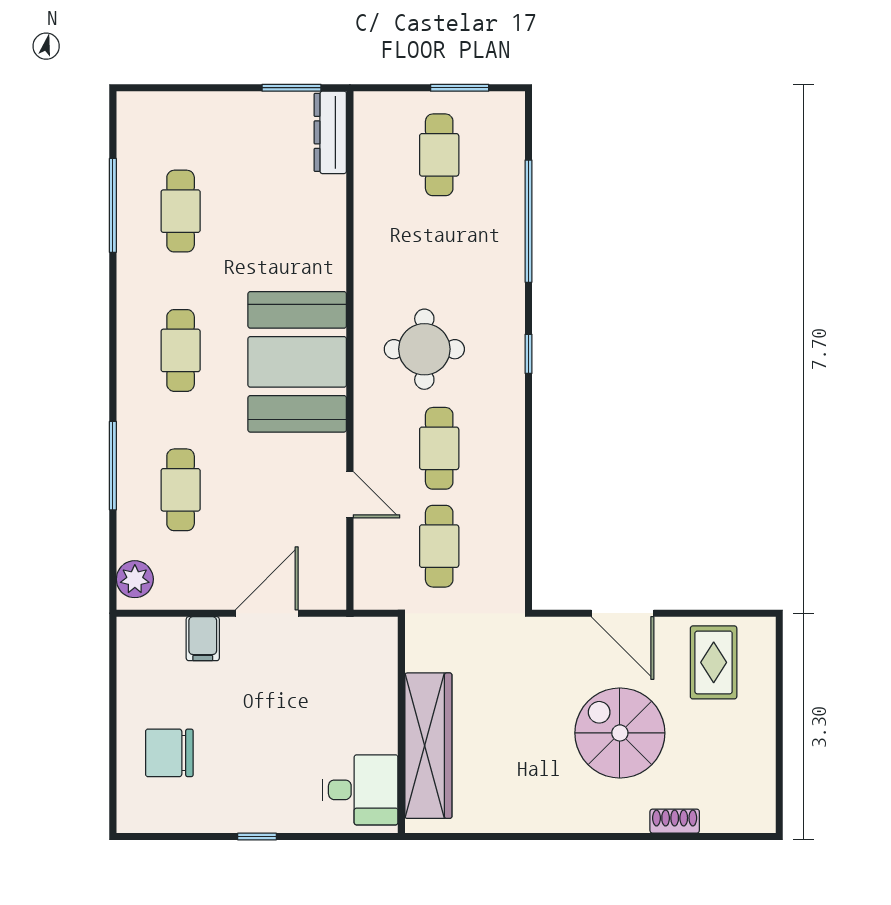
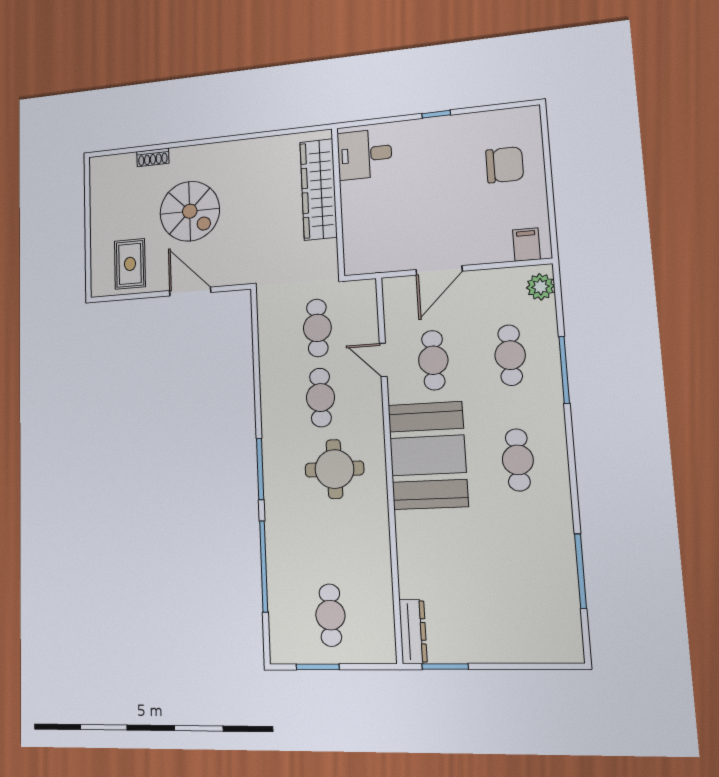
cafe table: (181, 211) -> (433, 360), moved
window: (528, 354) -> (260, 469), width x2.17
filing cabinet: (203, 639) -> (526, 245), moved

